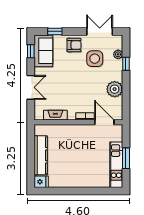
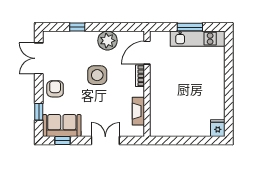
plant: (118, 54) -> (66, 36), removed
side table: (95, 59) -> (97, 75), moved
kitchen counter: (41, 155) -> (186, 129), removed

